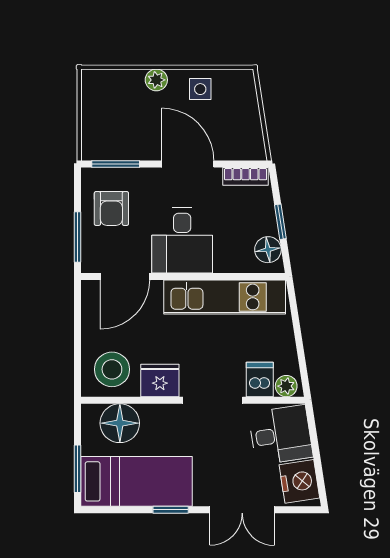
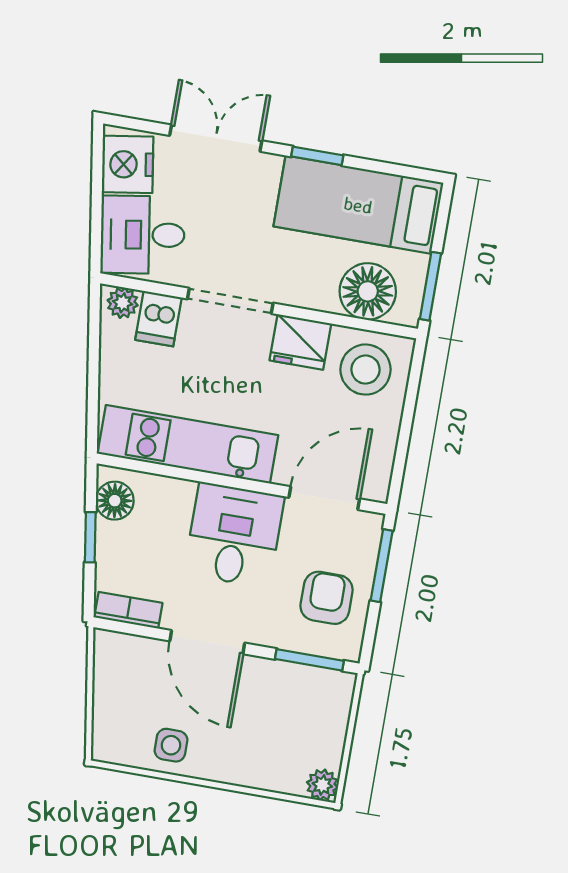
plant: (156, 80) -> (322, 785), moved
window: (78, 469) -> (430, 286), moved

